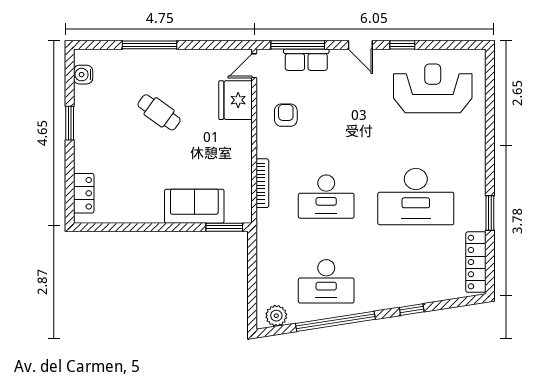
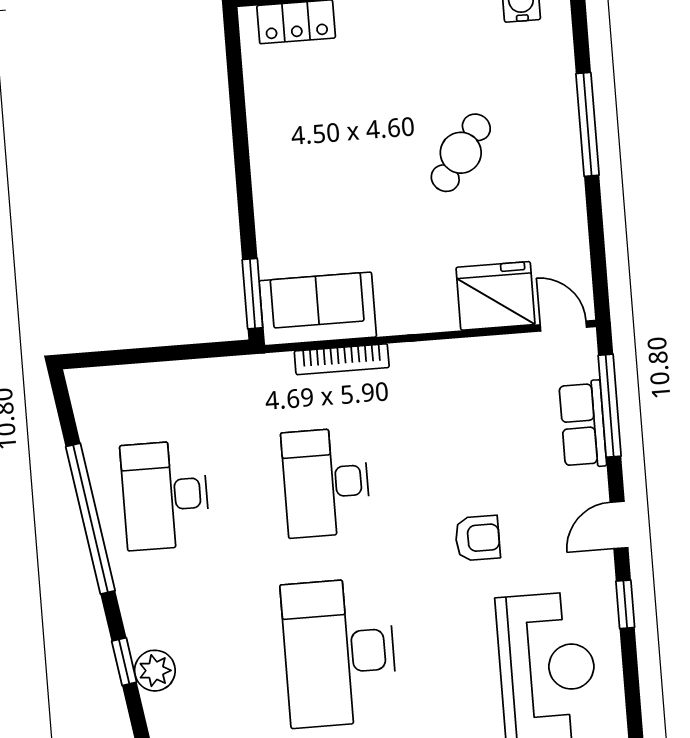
armchair: (286, 115) -> (478, 538), moved
sofa: (194, 206) -> (318, 309), moved, turned -90
plant: (276, 316) -> (155, 671), moved

